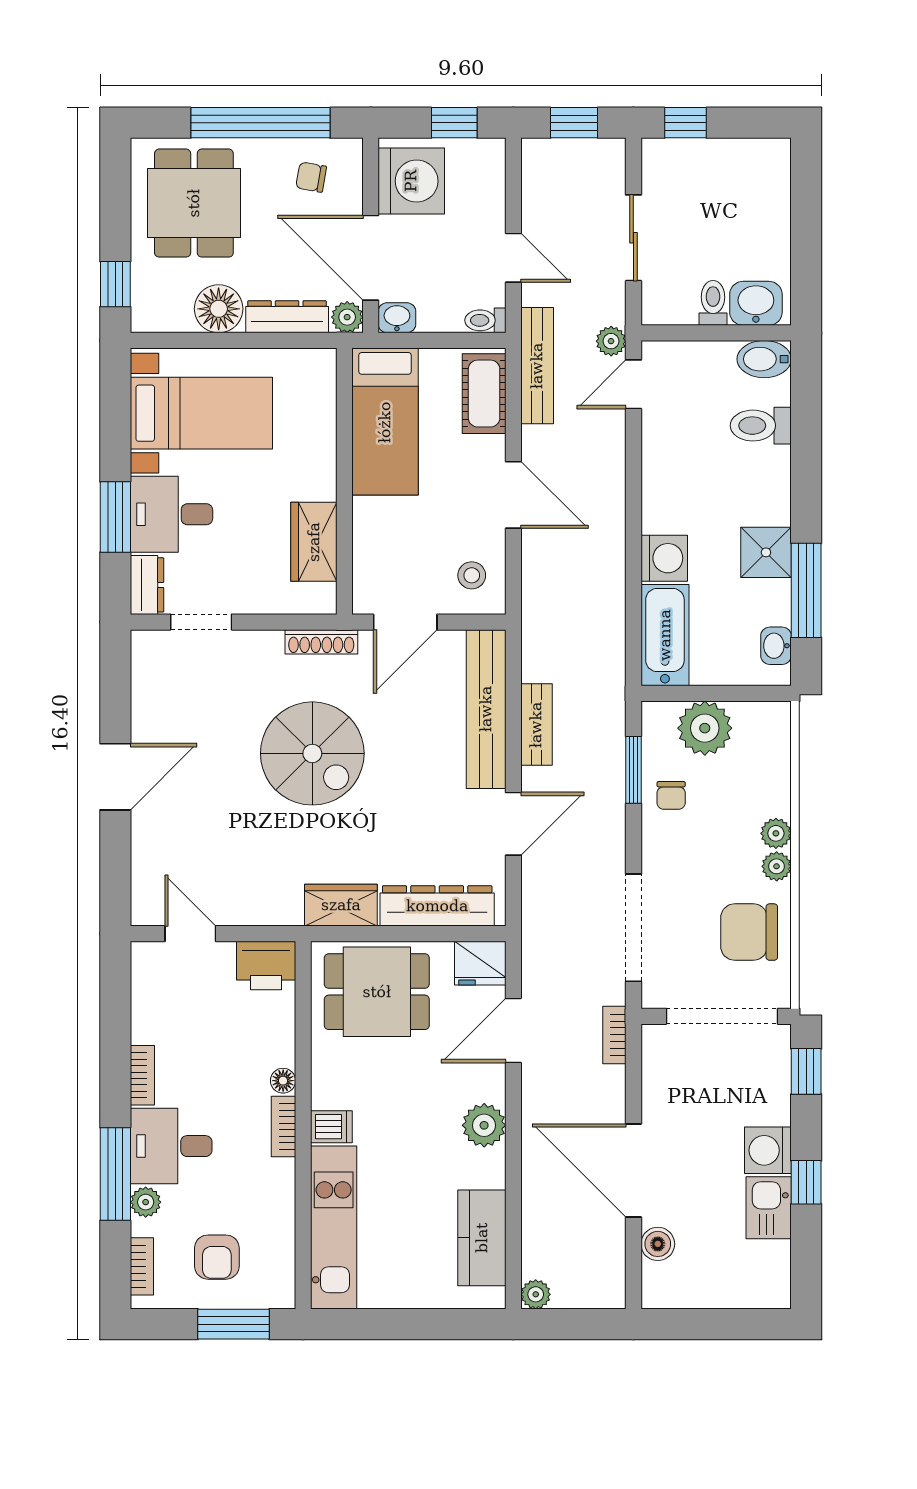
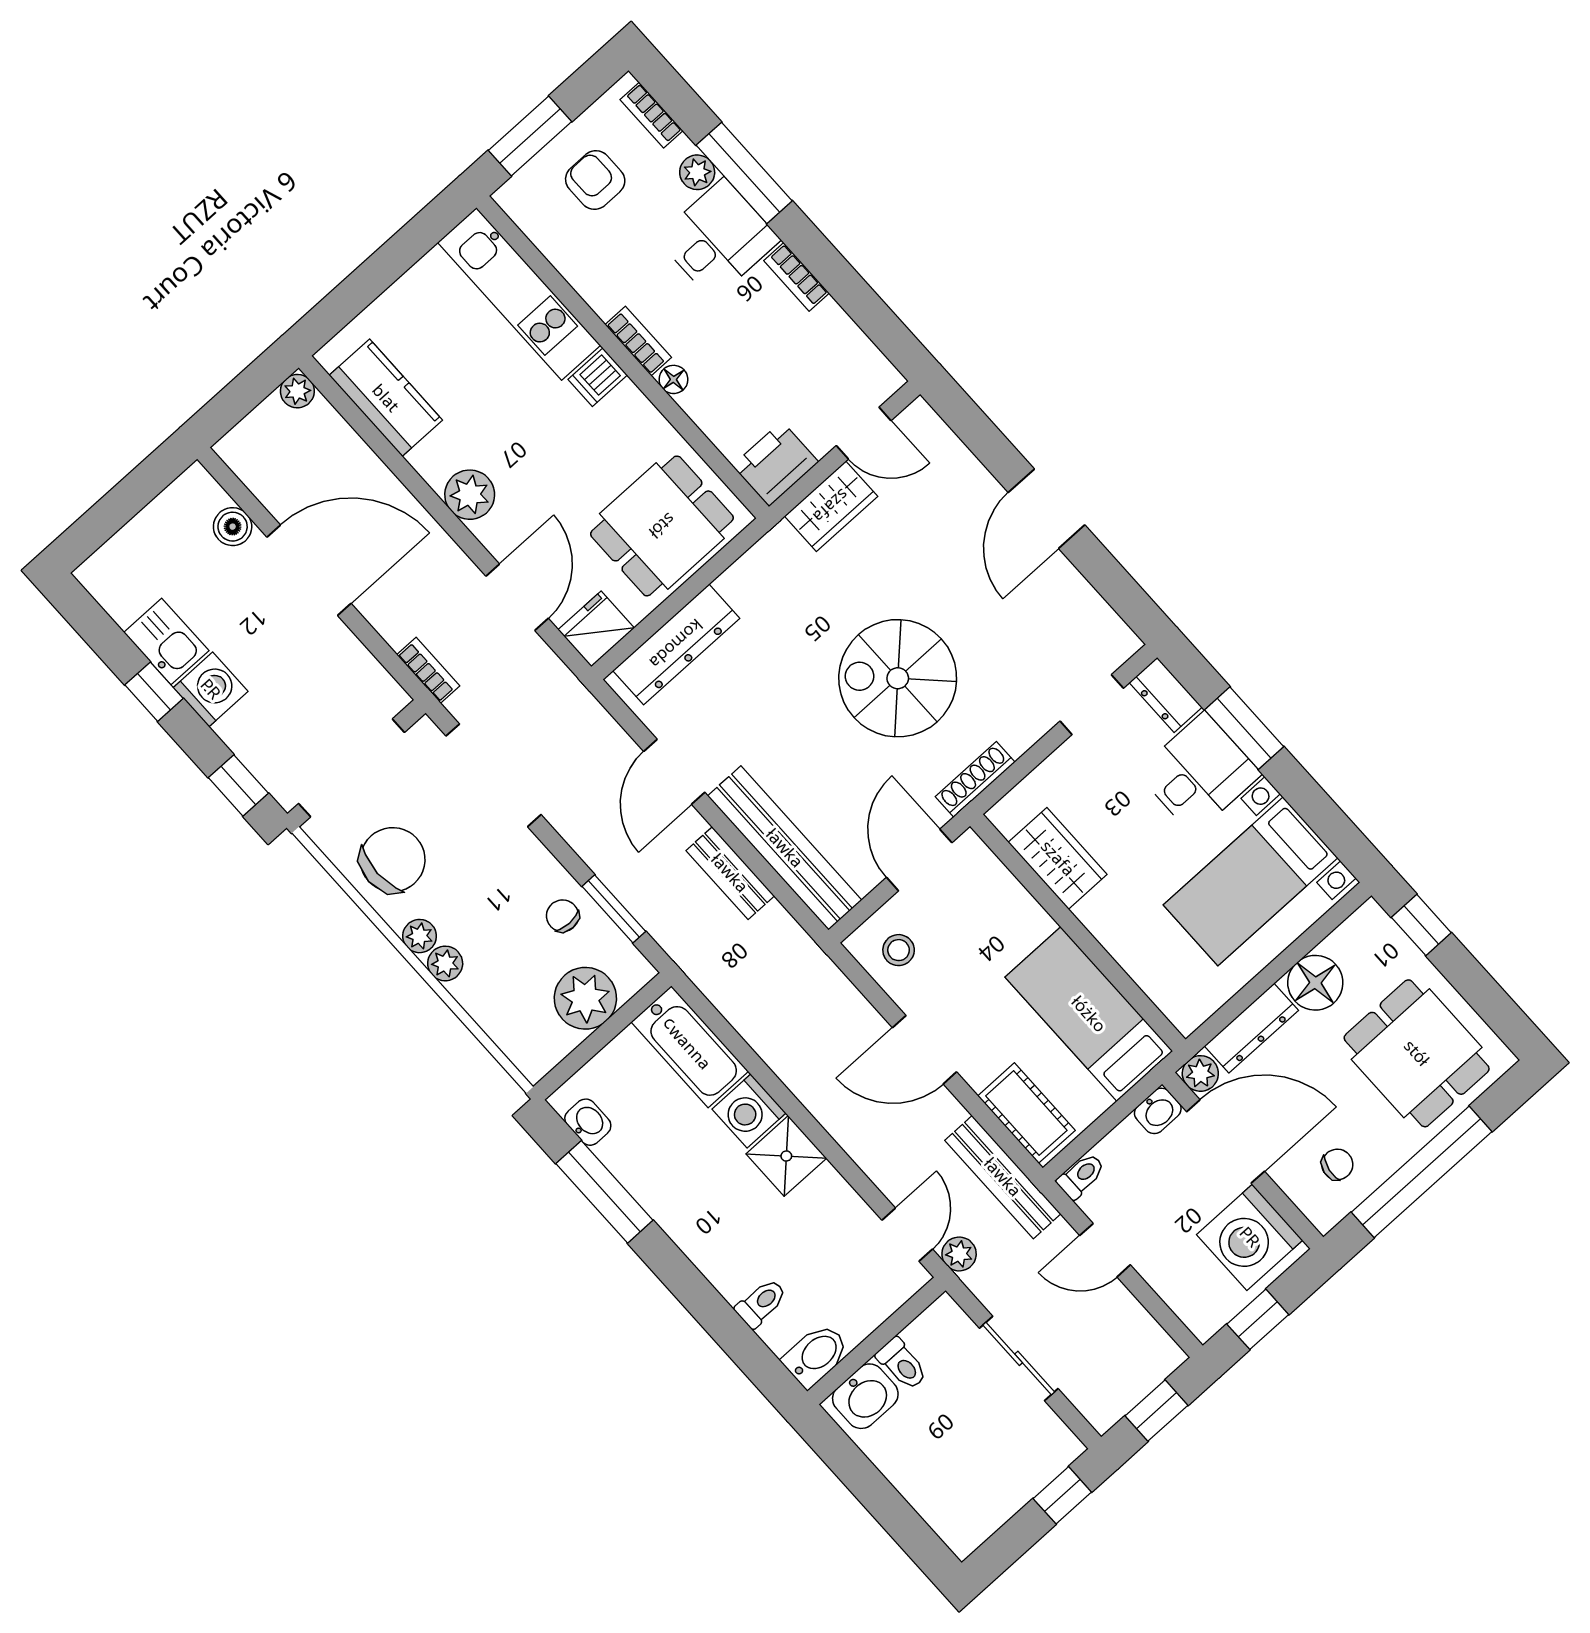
toilet: (761, 426) -> (761, 1303), width x0.73, depth x0.72
shower: (766, 552) -> (786, 1156), moved
wardrobe: (341, 905) -> (831, 506), moved

